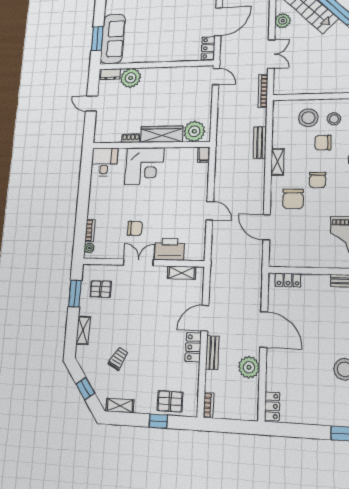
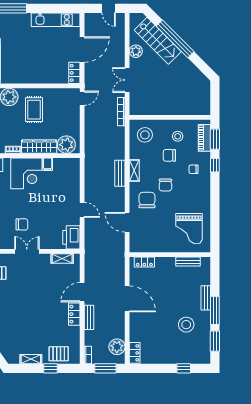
double door: (271, 54) -> (127, 80), swing flipped
door: (216, 77) -> (82, 98), hinge flipped
rug: (158, 91) -> (34, 110), added
stool: (308, 118) -> (145, 135), moved
bench: (260, 143) -> (120, 173), moved
filing cabinet: (204, 155) -> (48, 164), moved
chair: (293, 199) -> (147, 200), turned 180
printer: (169, 249) -> (71, 237), moved, turned -90
trolley: (118, 359) -> (16, 325), removed
plant: (249, 367) -> (117, 347), moved
shelving: (120, 405) -> (31, 359), moved
window: (231, 426) -> (105, 368), added

